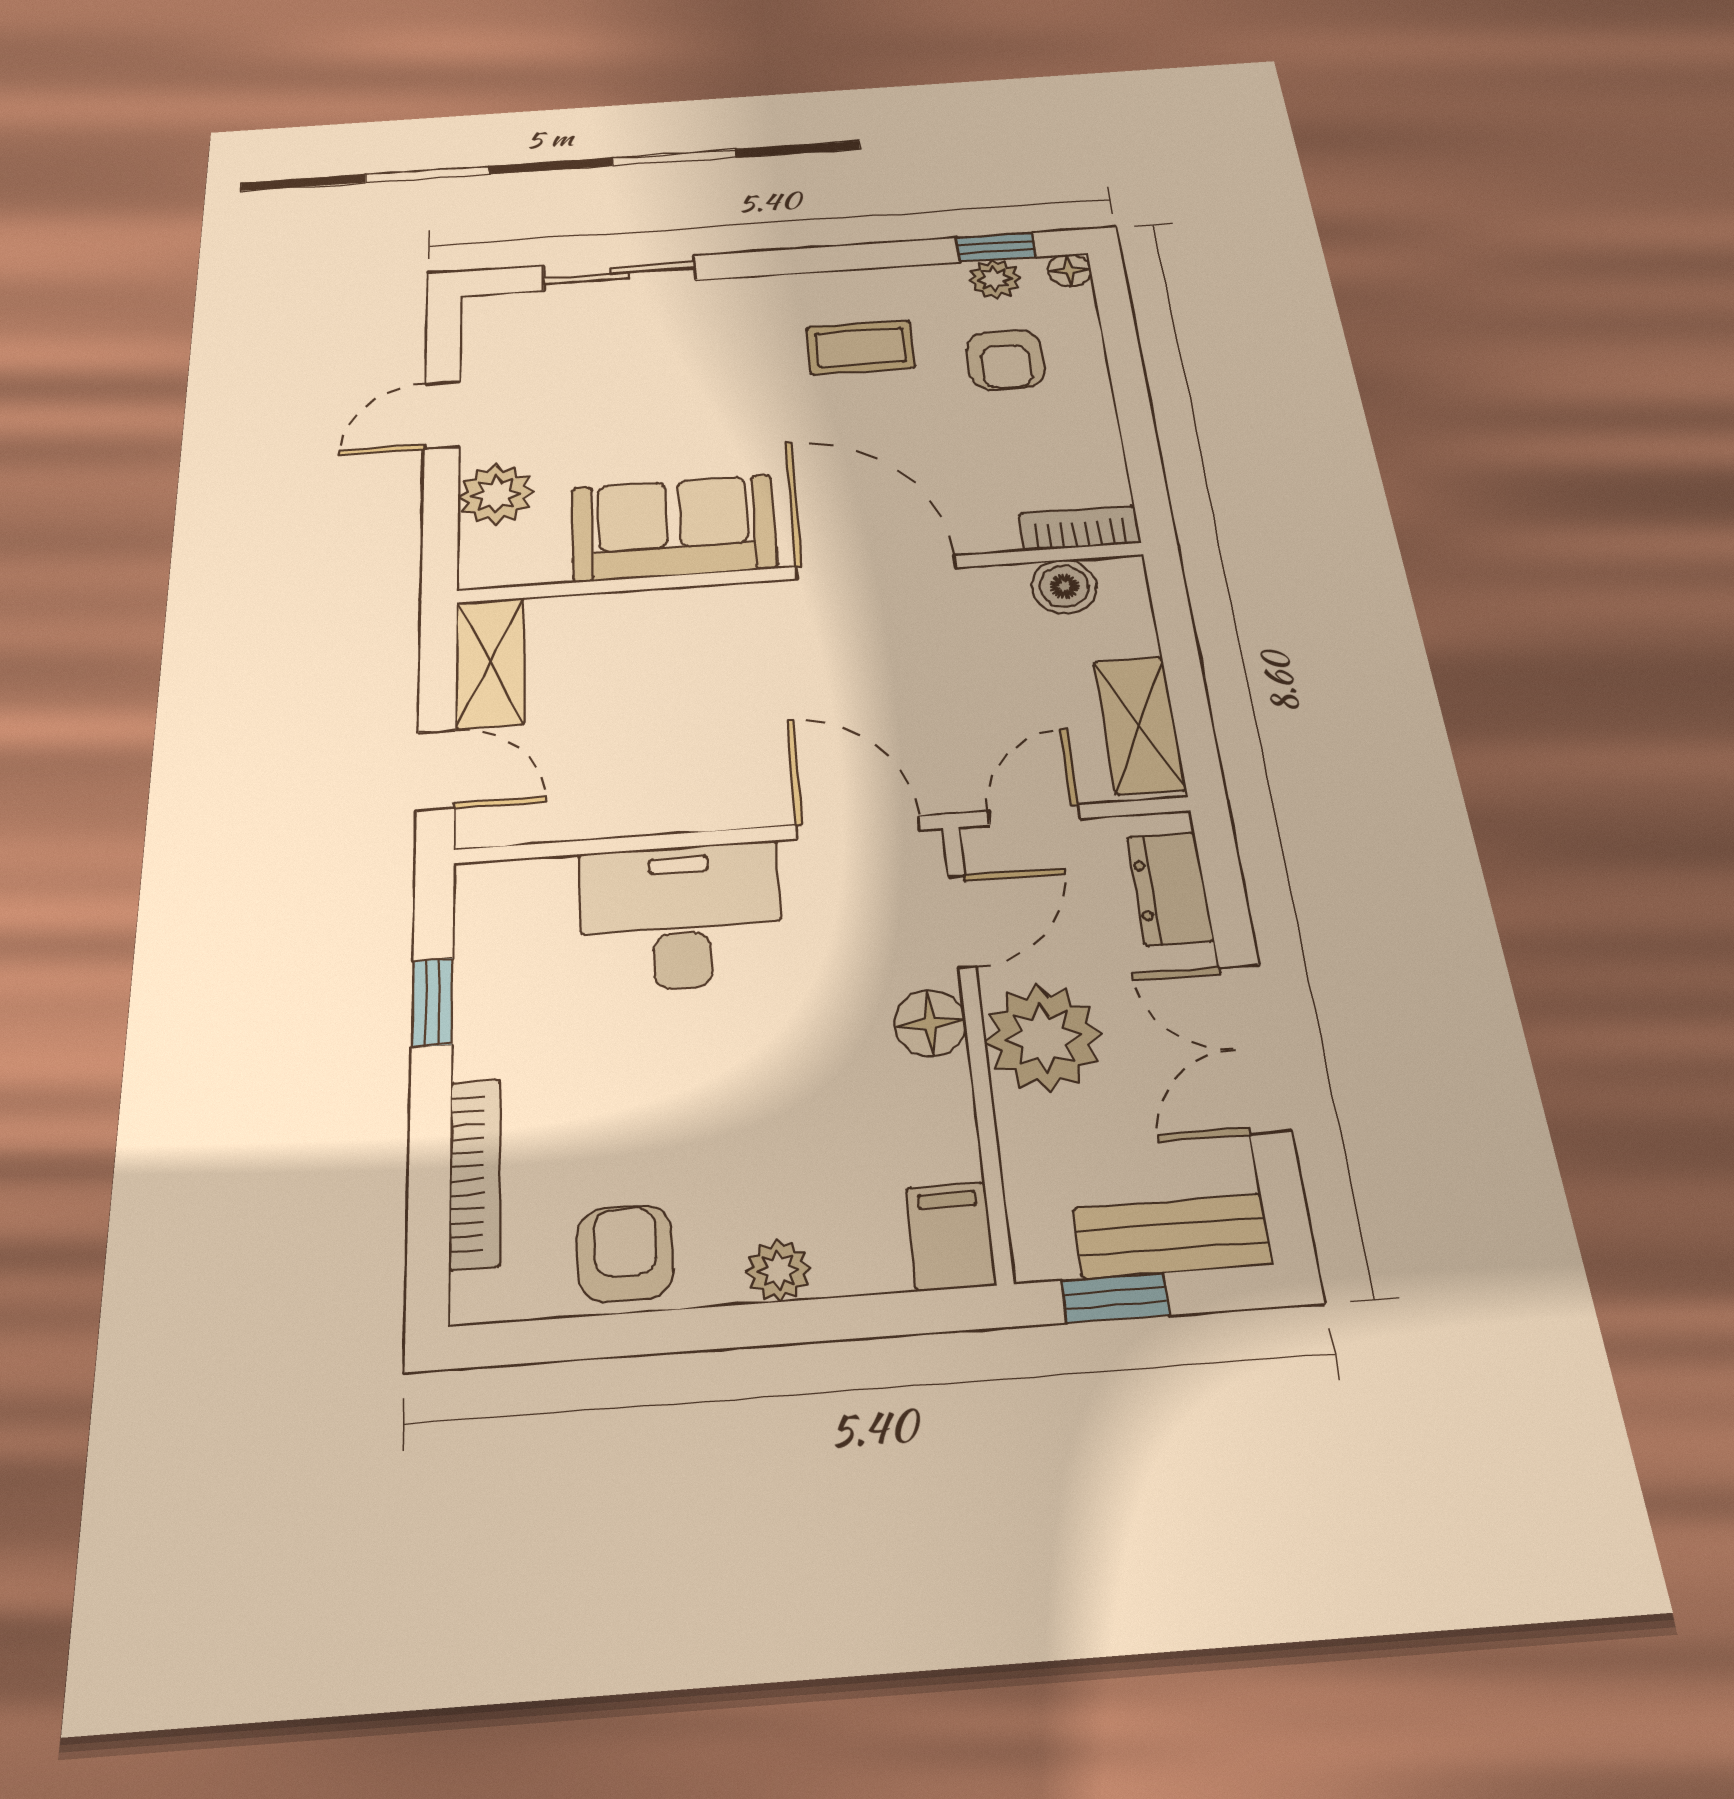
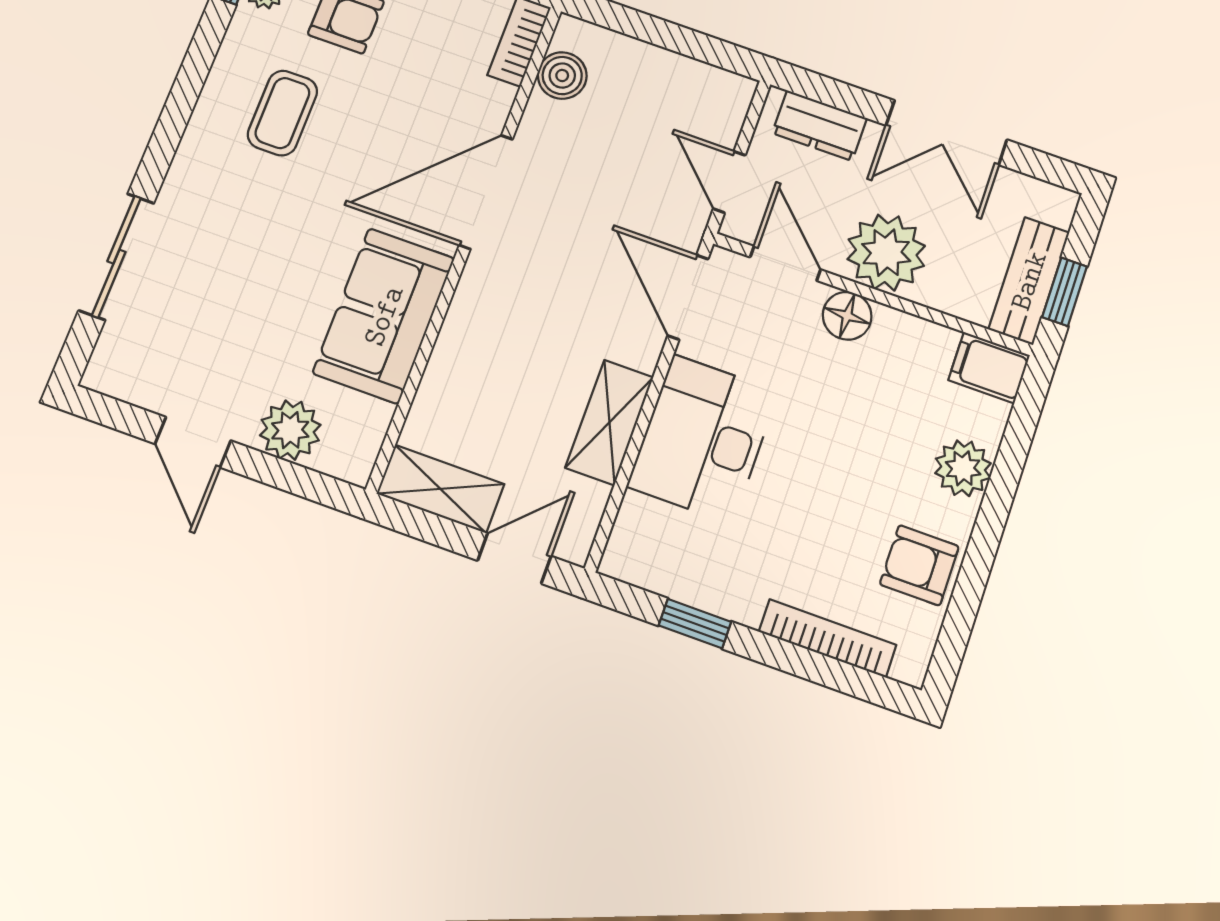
shelving: (1139, 725) -> (609, 422), moved, turned 90
door: (858, 828) -> (688, 297), hinge flipped
bench: (1172, 1236) -> (1029, 281), moved
plant: (778, 1270) -> (963, 468), width x1.38, depth x1.38

